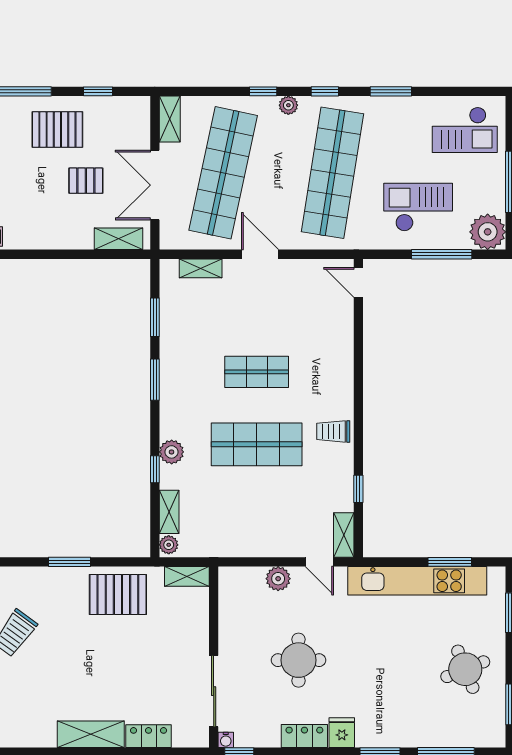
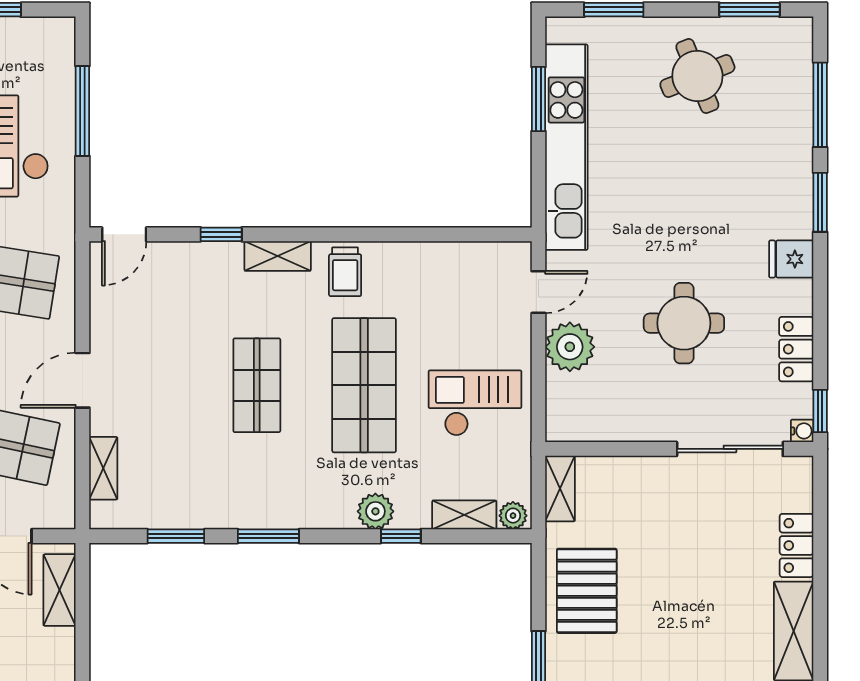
plant: (488, 232) -> (49, 43), removed
window: (358, 489) -> (221, 234), moved
checkout: (245, 519) -> (475, 403), added
shelving: (344, 535) -> (278, 256), moved
plant: (278, 579) -> (570, 347), width x1.36, depth x1.36
locker: (304, 736) -> (796, 349), moved

